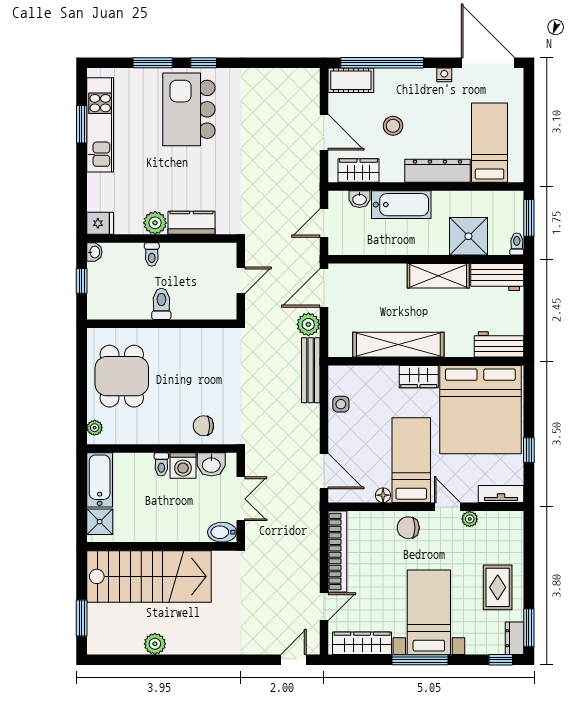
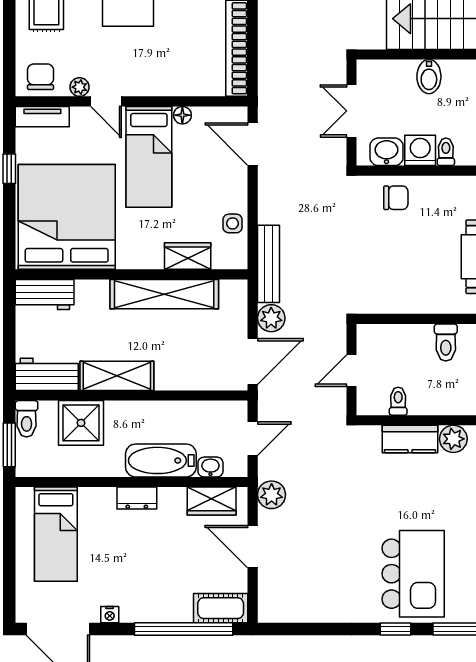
stool: (393, 126) -> (171, 554), removed
dresser: (437, 171) -> (137, 498), width x0.51, depth x0.80
plant: (308, 176) -> (272, 495), added
toilet: (517, 244) -> (27, 419), width x1.37, depth x1.39
toilet: (152, 255) -> (398, 401), moved
wardrobe: (419, 377) -> (188, 256), moved
chair: (408, 528) -> (41, 77), moved, turned -90
bidet: (222, 532) -> (429, 77), moved, turned 90

